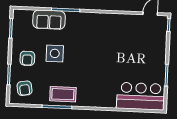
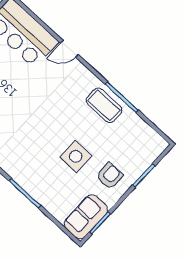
sofa: (49, 20) -> (86, 217), moved, turned -90
armchair: (25, 88) -> (140, 146), removed
door: (108, 109) -> (69, 49), added

